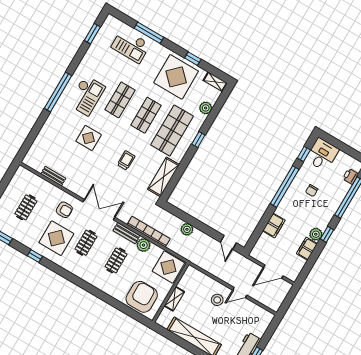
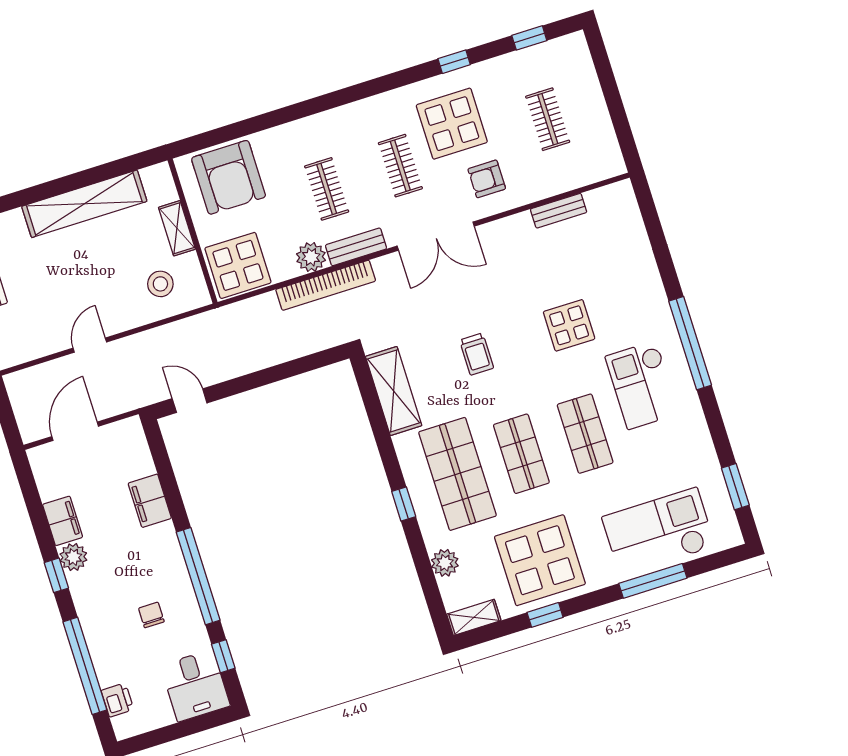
checkout: (131, 46) -> (659, 532), width x1.36, depth x1.21
plant: (187, 229) -> (273, 352), removed
stool: (217, 300) -> (160, 284), moved

